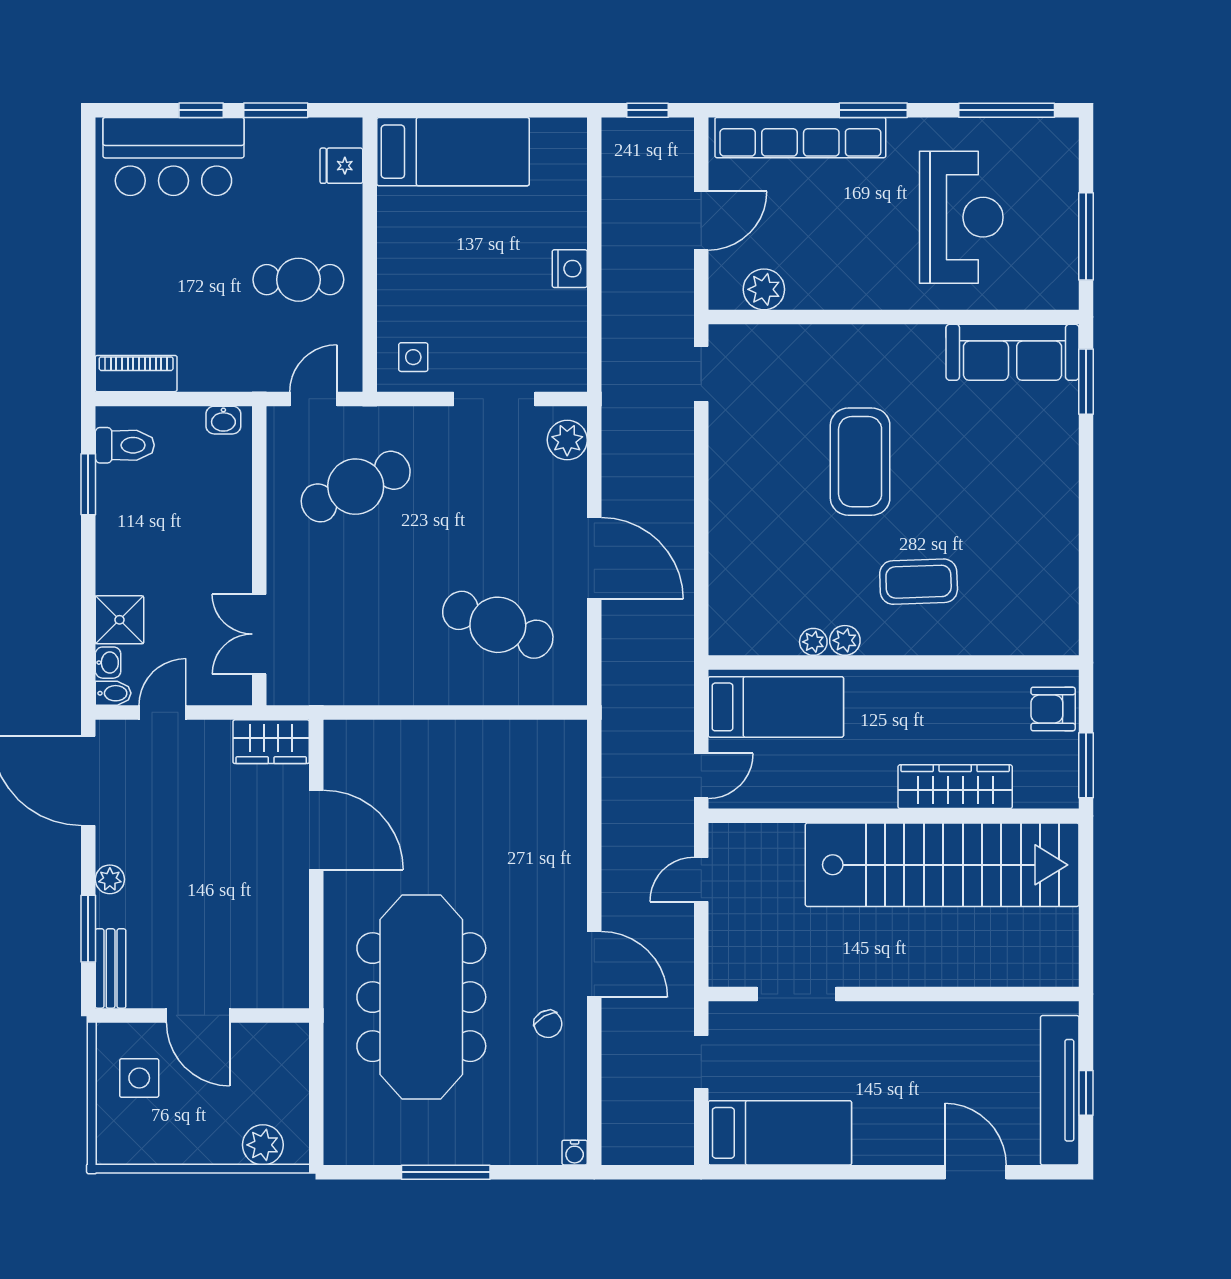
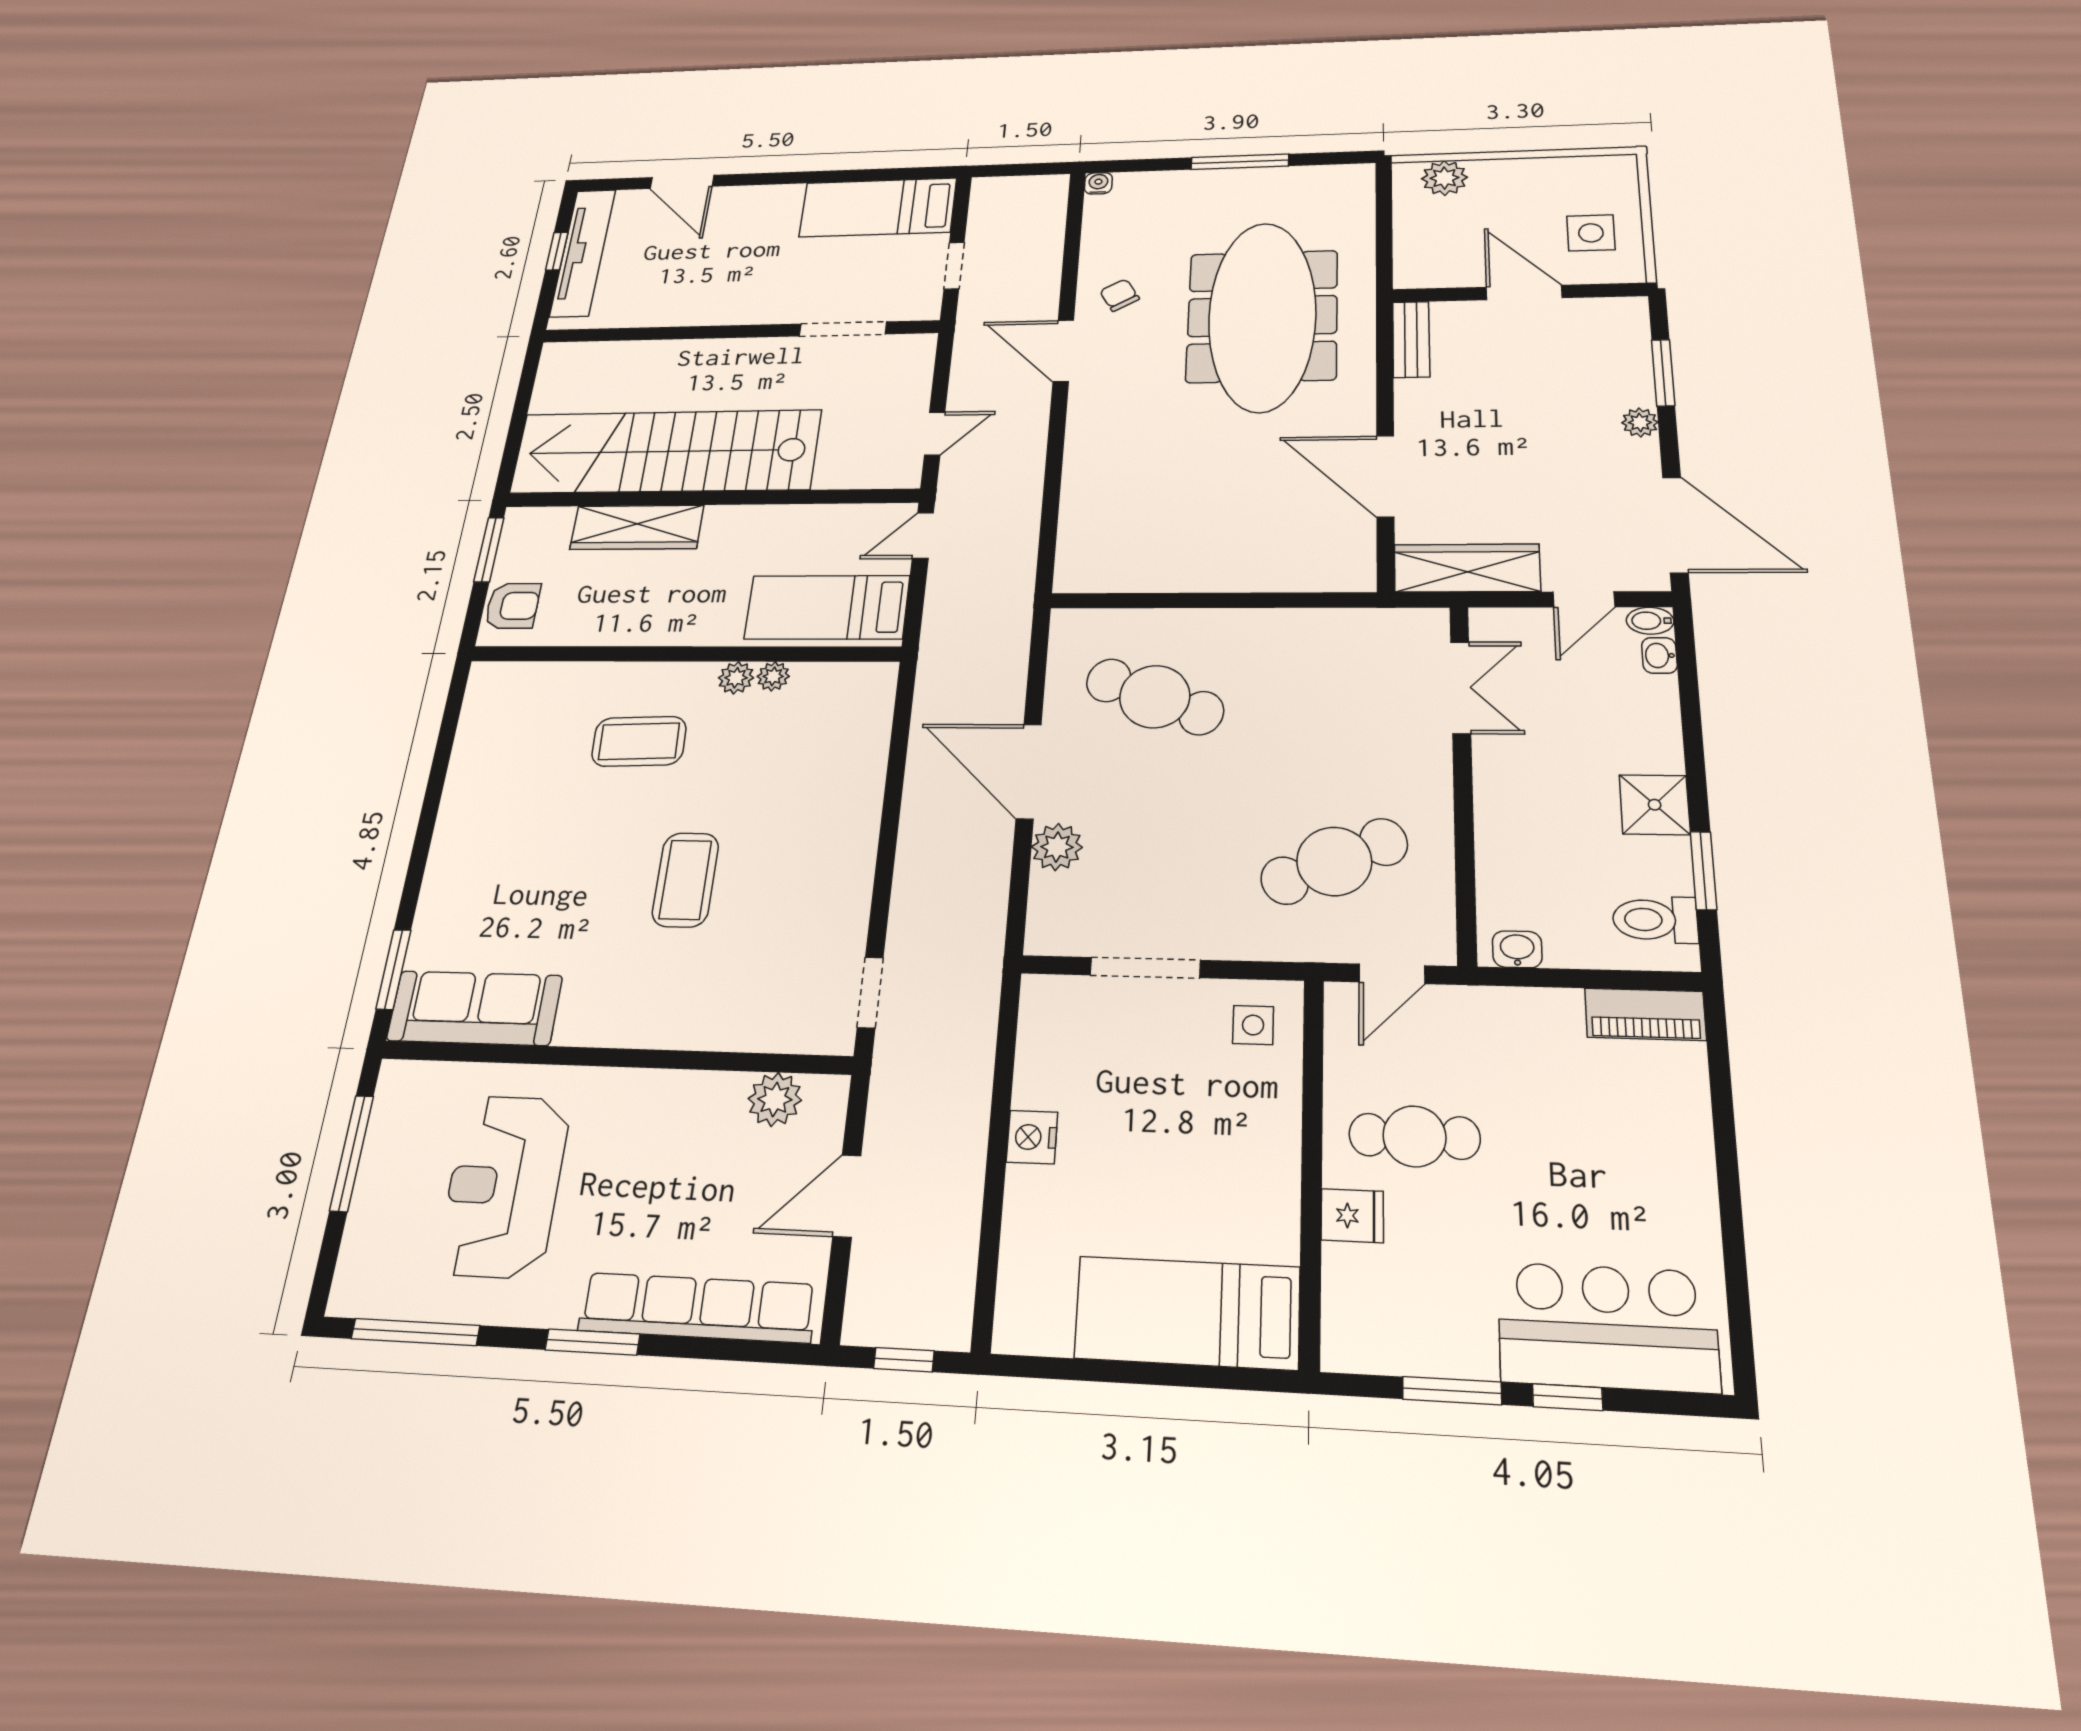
fridge: (341, 166) -> (1352, 1216), moved
plant: (567, 440) -> (1057, 847), moved
coffee table: (860, 462) -> (685, 880), width x0.73, depth x0.76
shower: (119, 620) -> (1655, 805), moved
wardrobe: (271, 742) -> (1467, 568), width x1.50
bench: (111, 968) -> (1411, 339), moved

